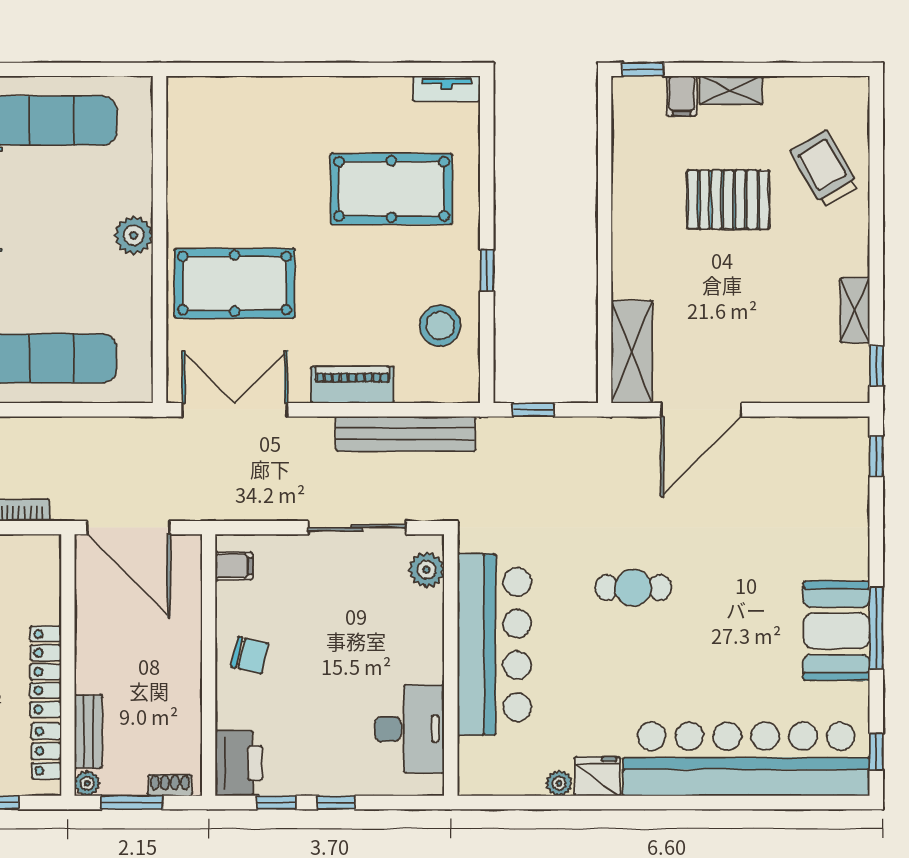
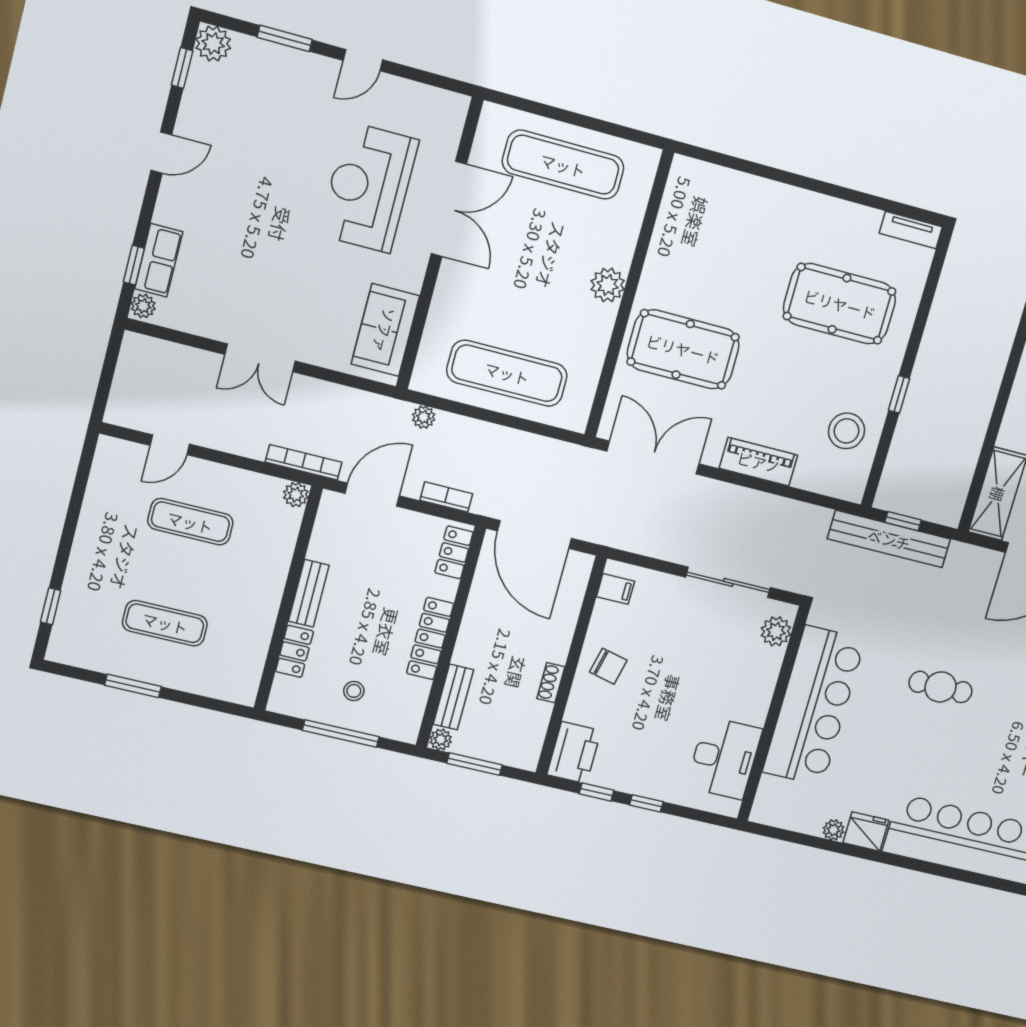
bench: (406, 434) -> (889, 539), moved
locker: (46, 751) -> (454, 552), moved
shoe rack: (170, 785) -> (551, 683), moved, turned -90

